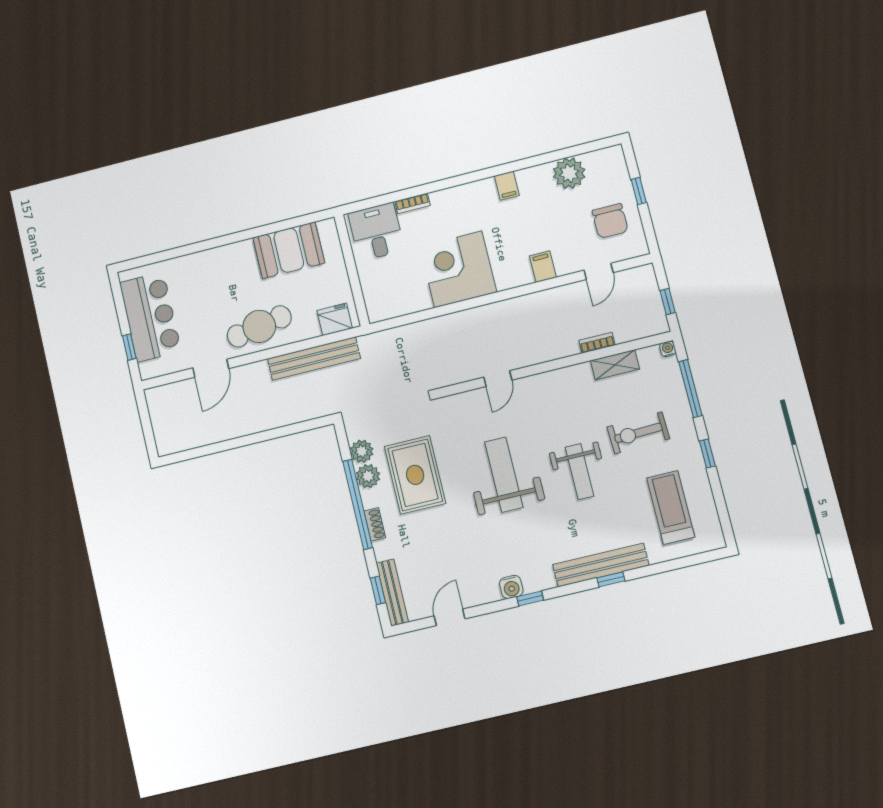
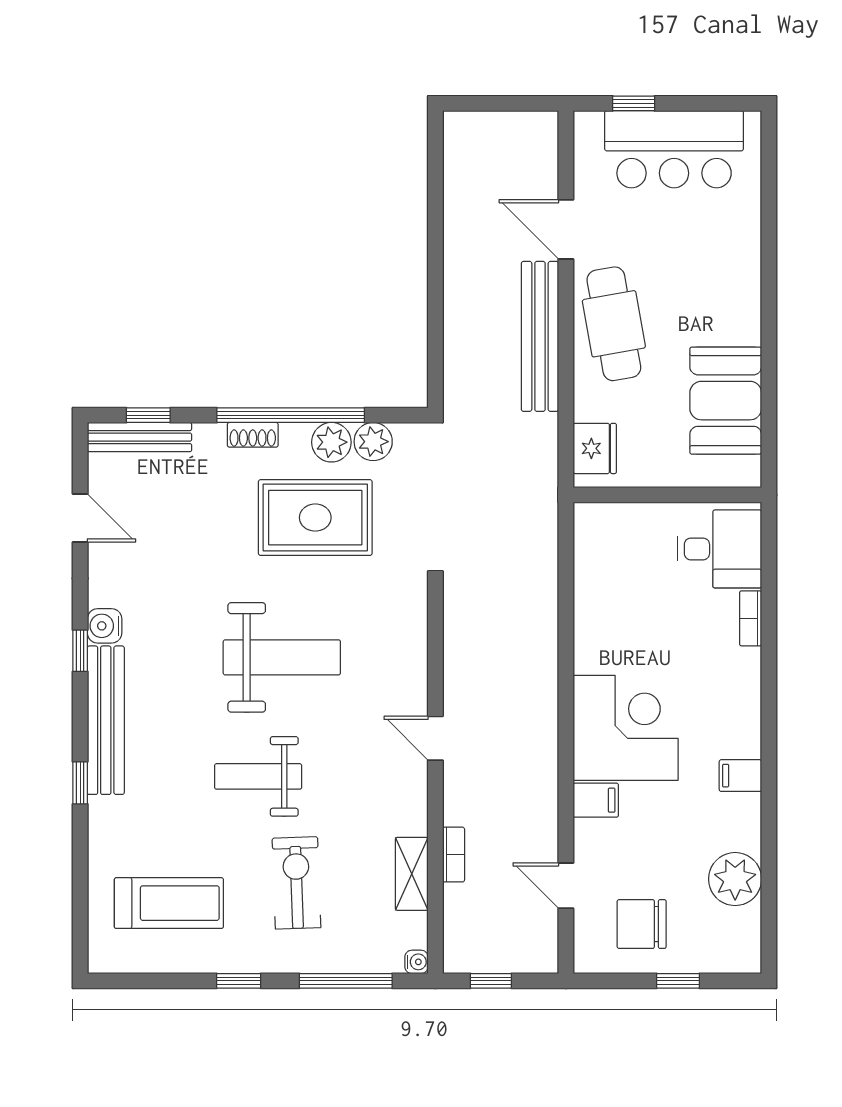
corner desk: (458, 269) -> (626, 728), moved
bench: (314, 359) -> (540, 336), moved
door: (498, 379) -> (435, 738), moved
bench: (601, 565) -> (106, 720), moved

